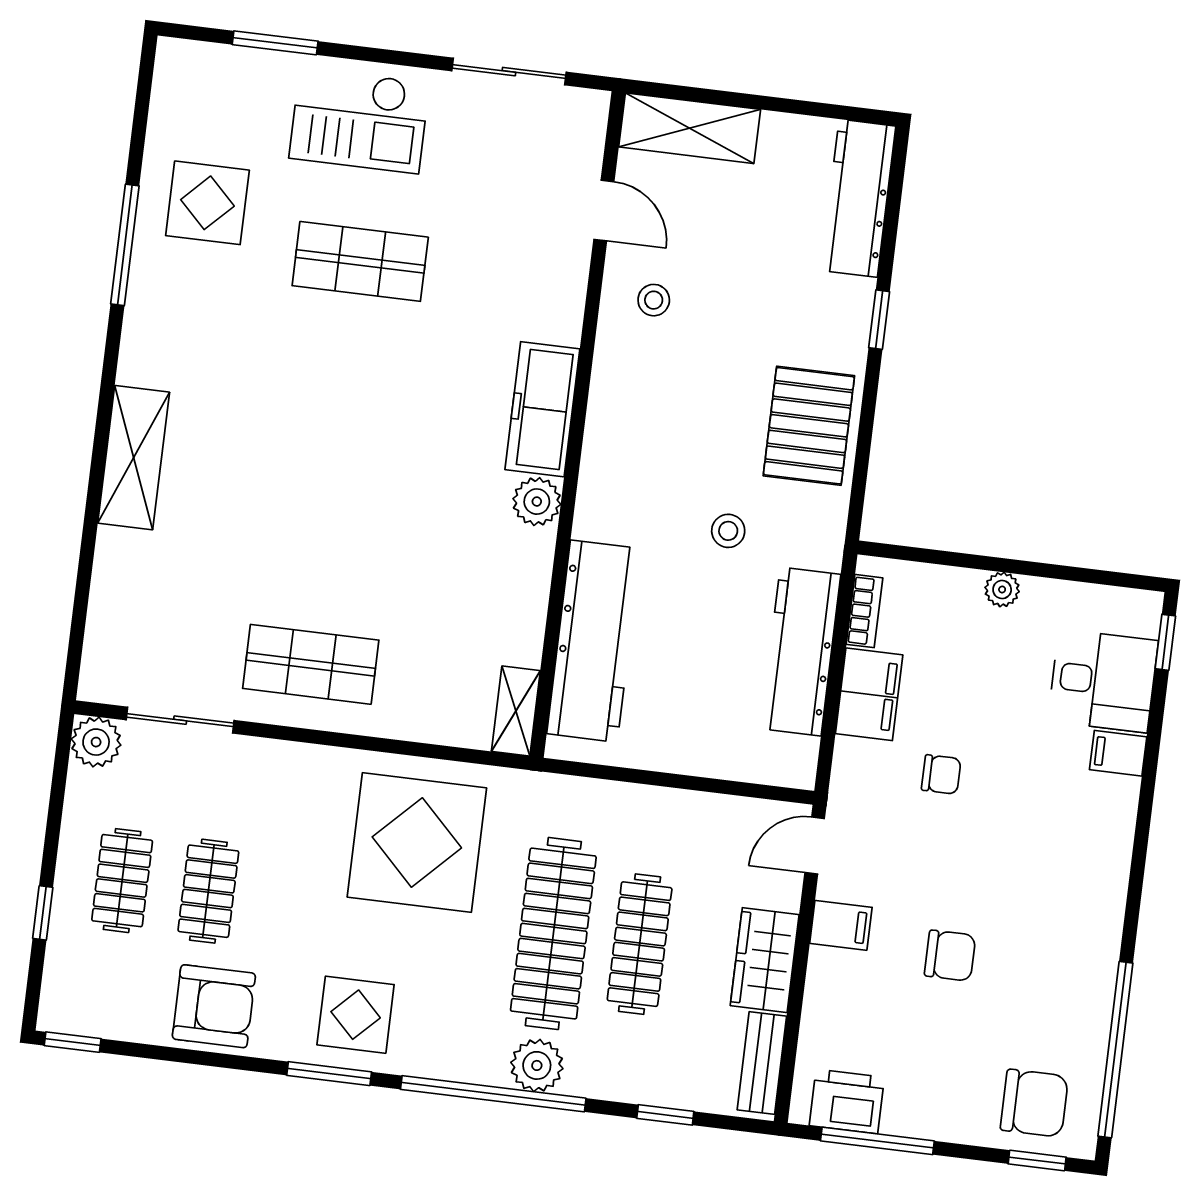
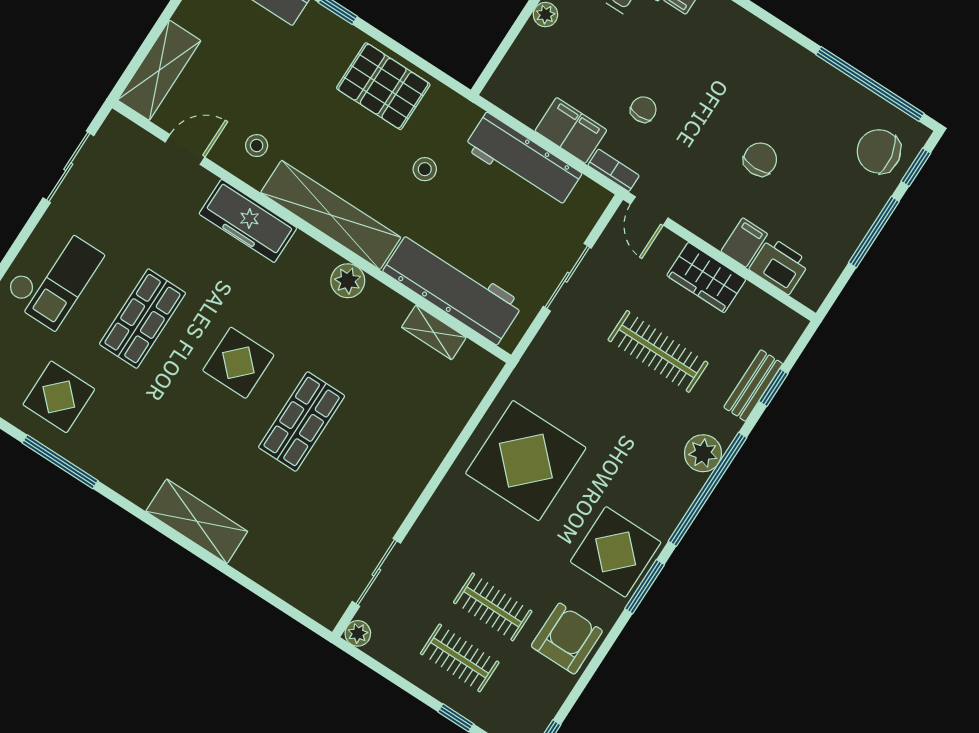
freezer: (542, 409) -> (248, 221), moved
display table: (363, 412) -> (238, 363), added
shelving: (611, 439) -> (331, 215), added
bookcase: (865, 611) -> (614, 170), moved
shop shelf: (311, 664) -> (302, 421), moved
shelving: (516, 711) -> (434, 332), moved
plant: (96, 742) -> (358, 633), width x0.73, depth x0.73
sliding door: (678, 781) -> (567, 277), added
filing cabinet: (841, 925) -> (744, 243), moved
clothes rail: (553, 934) -> (625, 403), removed
display table: (356, 1015) -> (616, 552), width x1.36, depth x1.36
bench: (762, 1063) -> (753, 385), moved, turned 90
printer: (847, 1101) -> (779, 266), moved, turned 90
chair: (1034, 1103) -> (879, 151), turned -100
window: (877, 1141) -> (874, 232), moved

